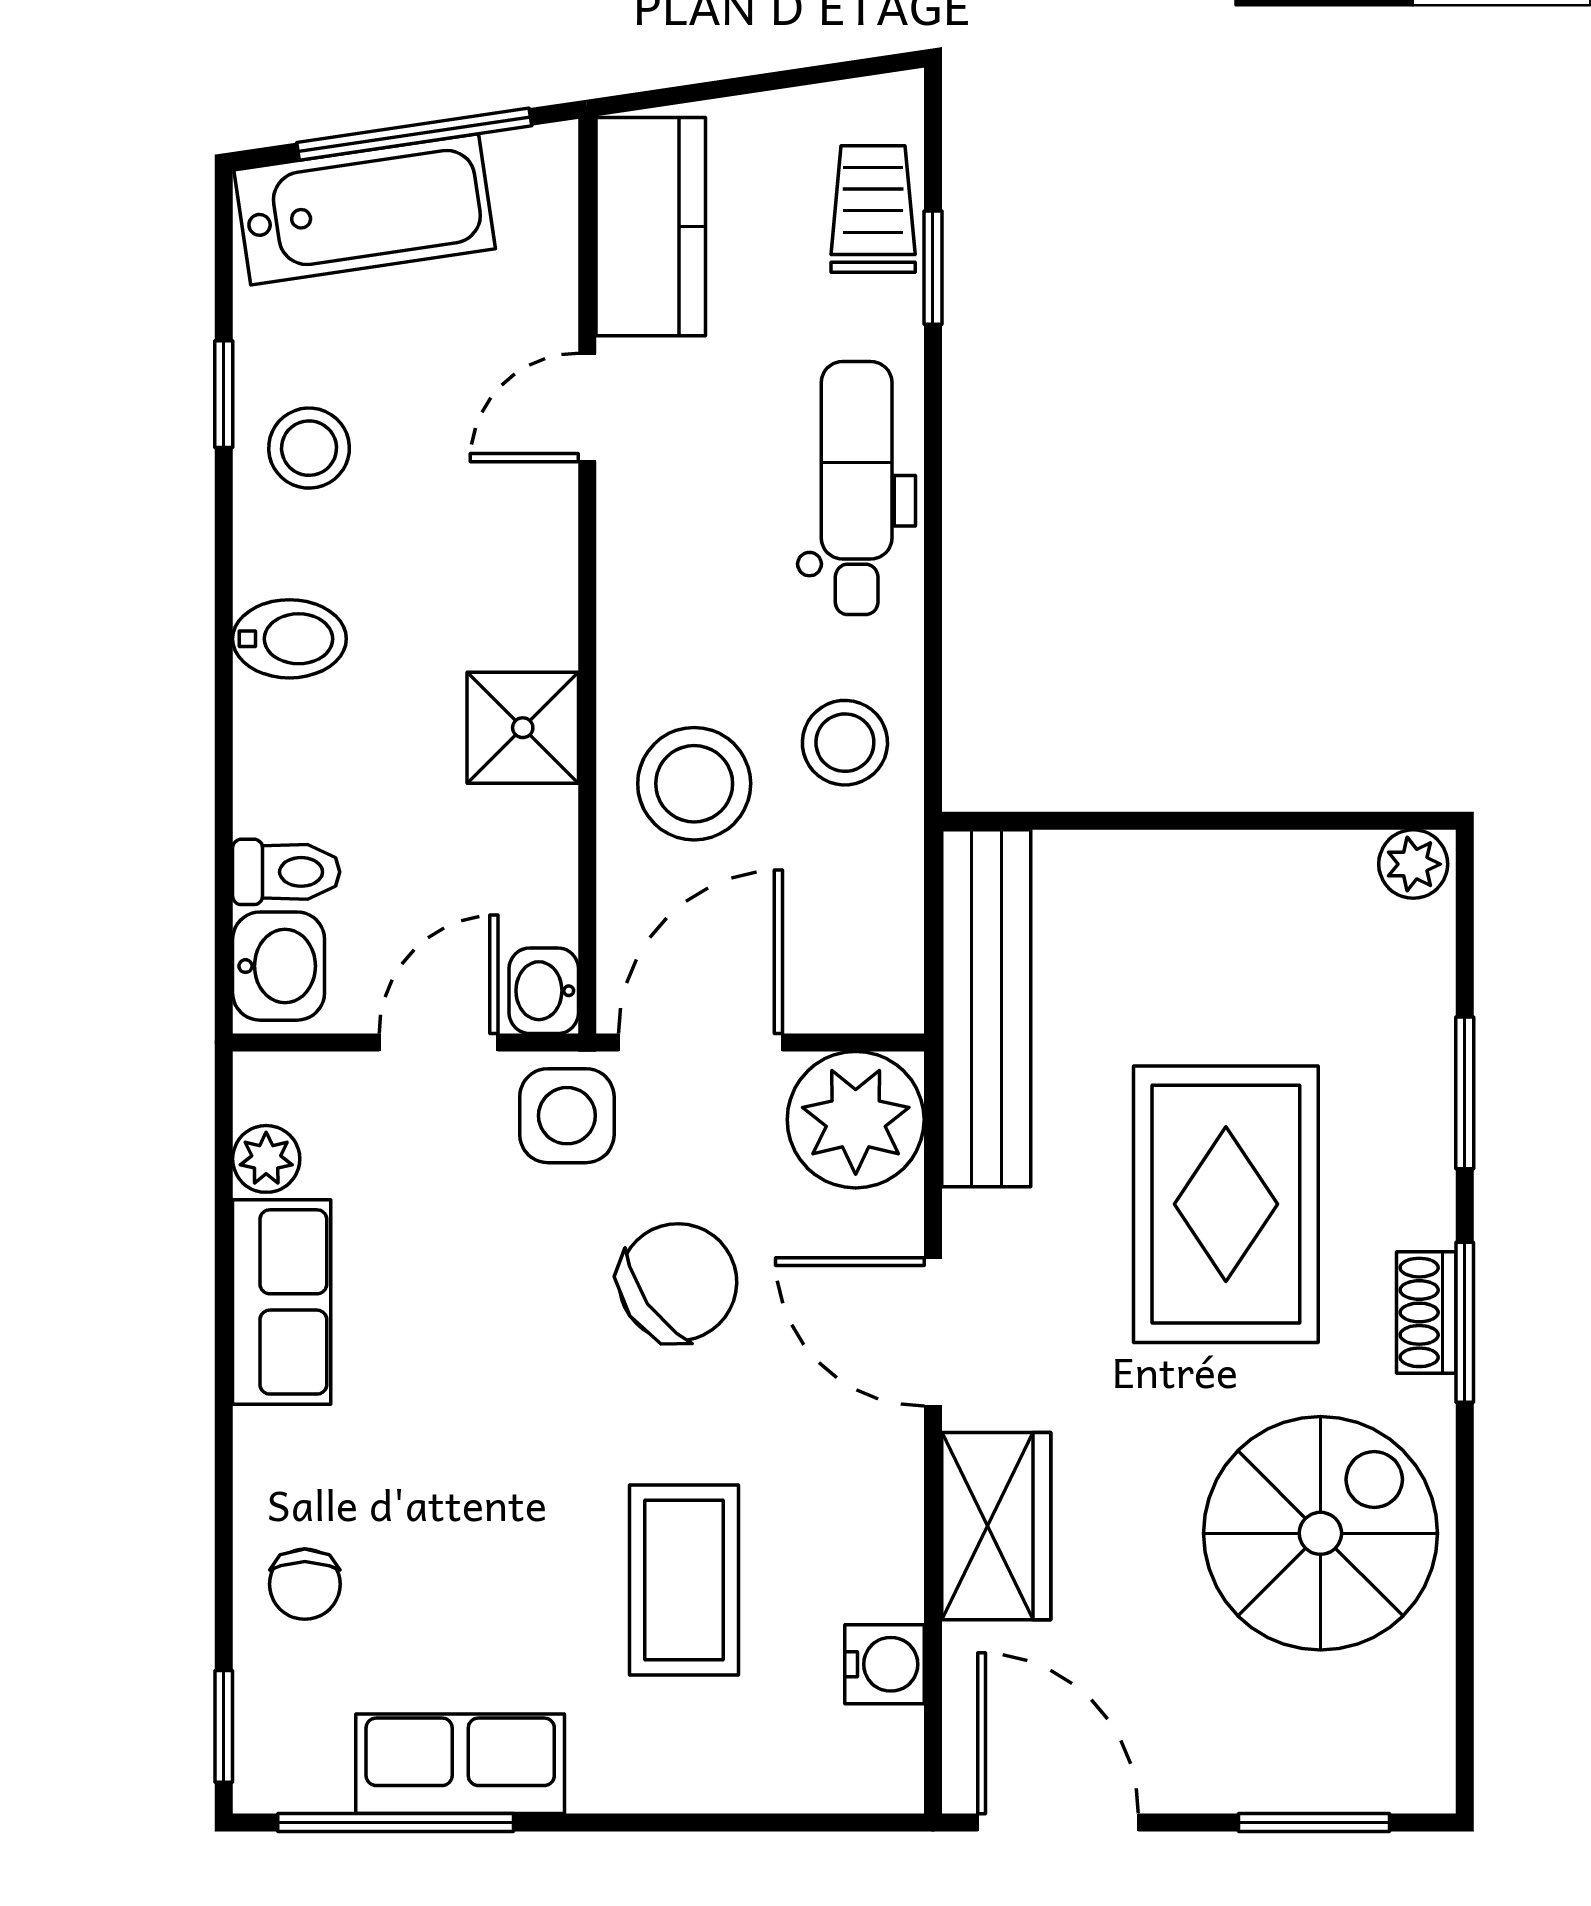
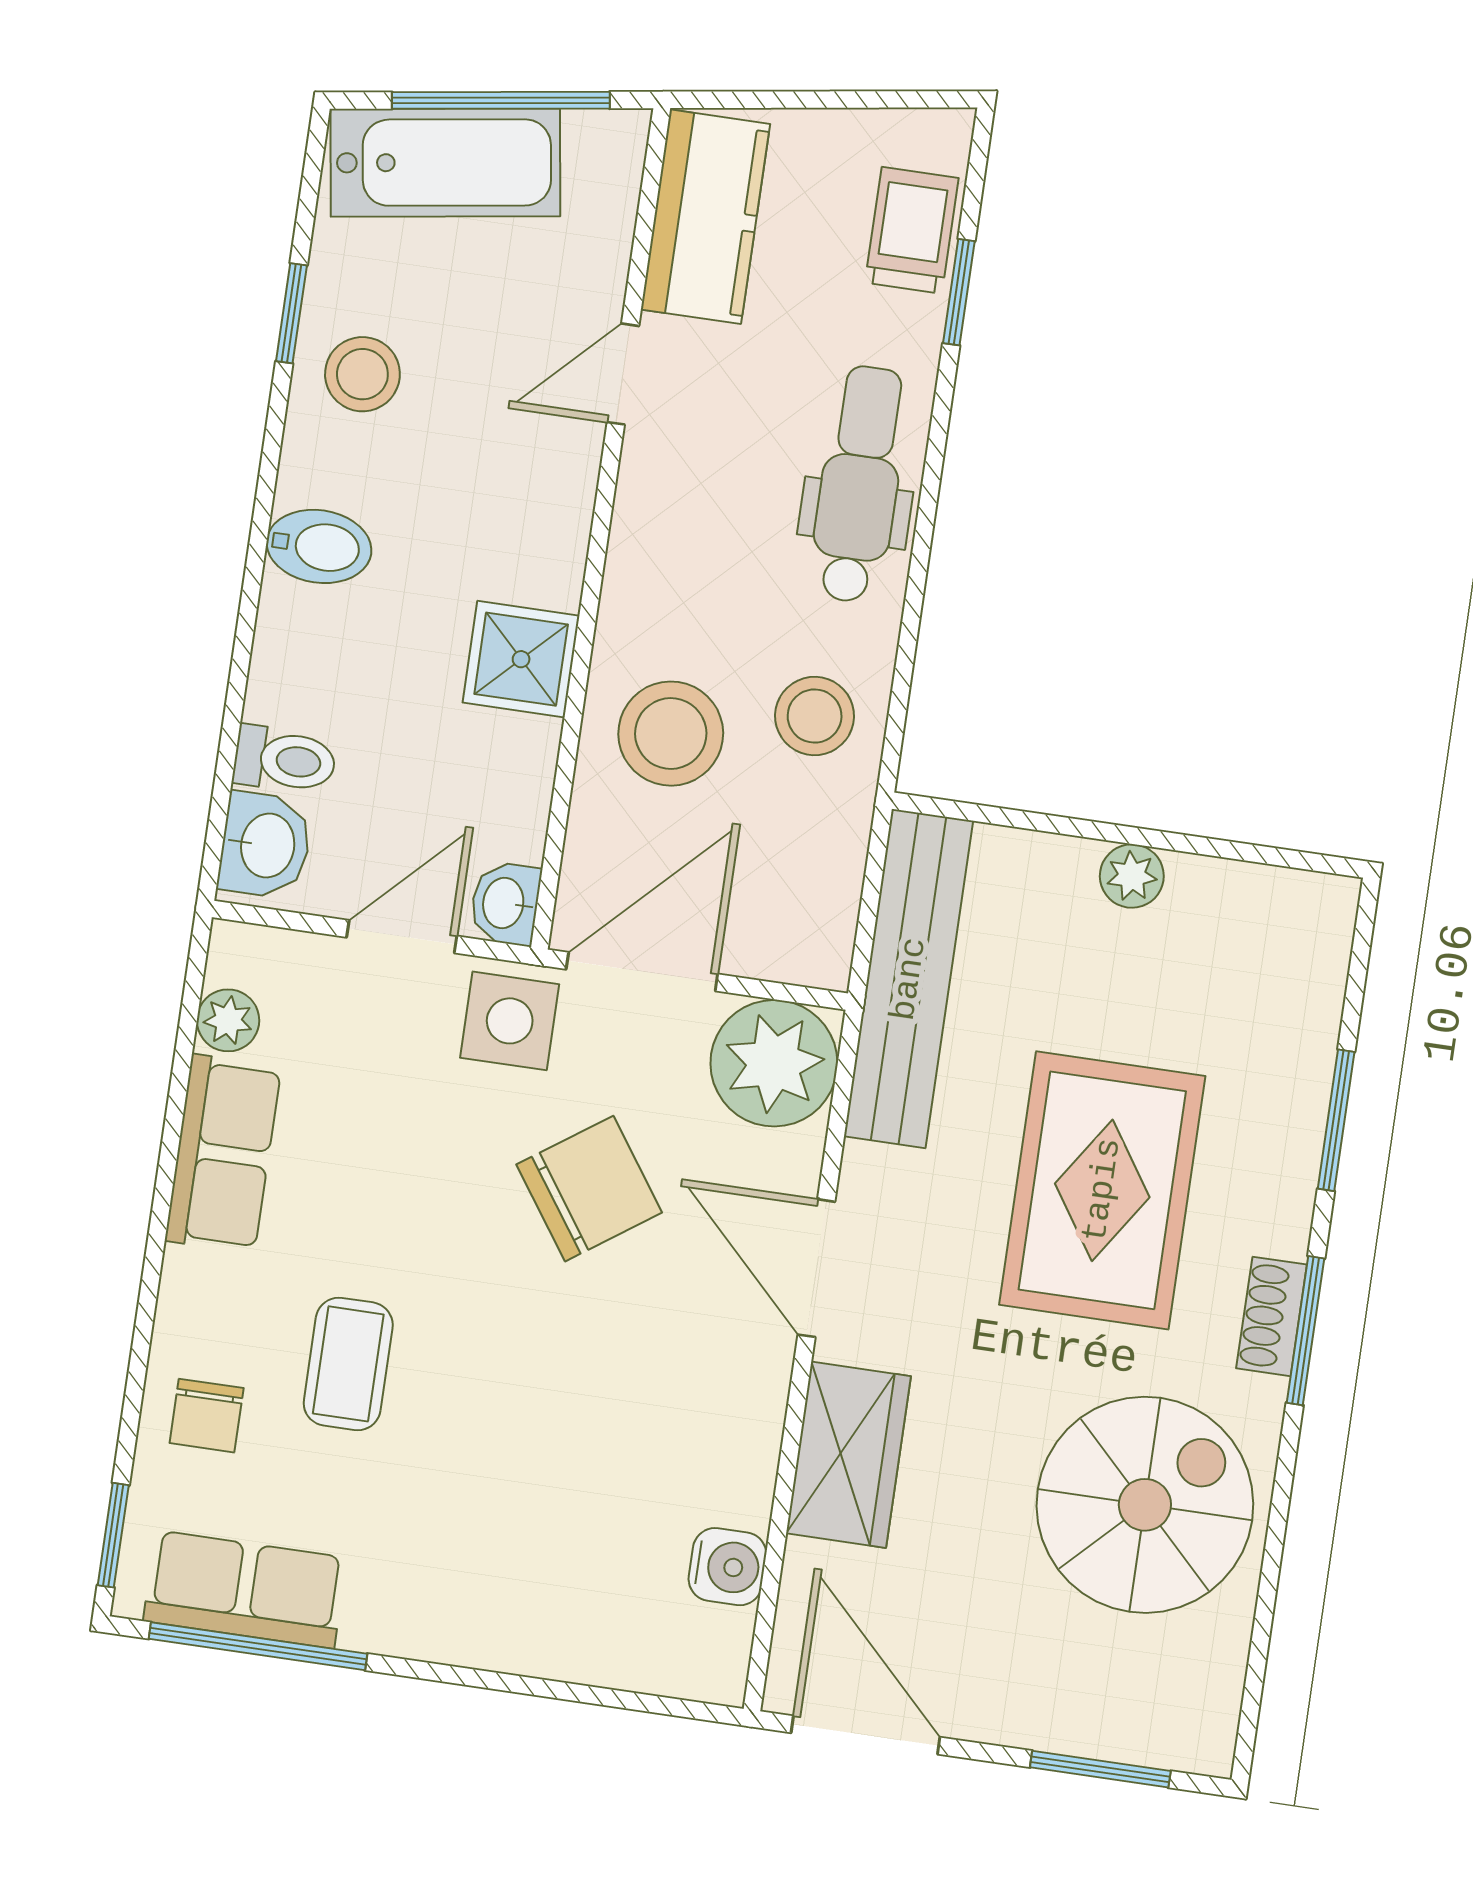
plant: (1413, 864) -> (1132, 876), moved
coffee table: (684, 1580) -> (348, 1364), moved, width x0.73, depth x0.77
row of seats: (460, 1764) -> (245, 1589), moved

